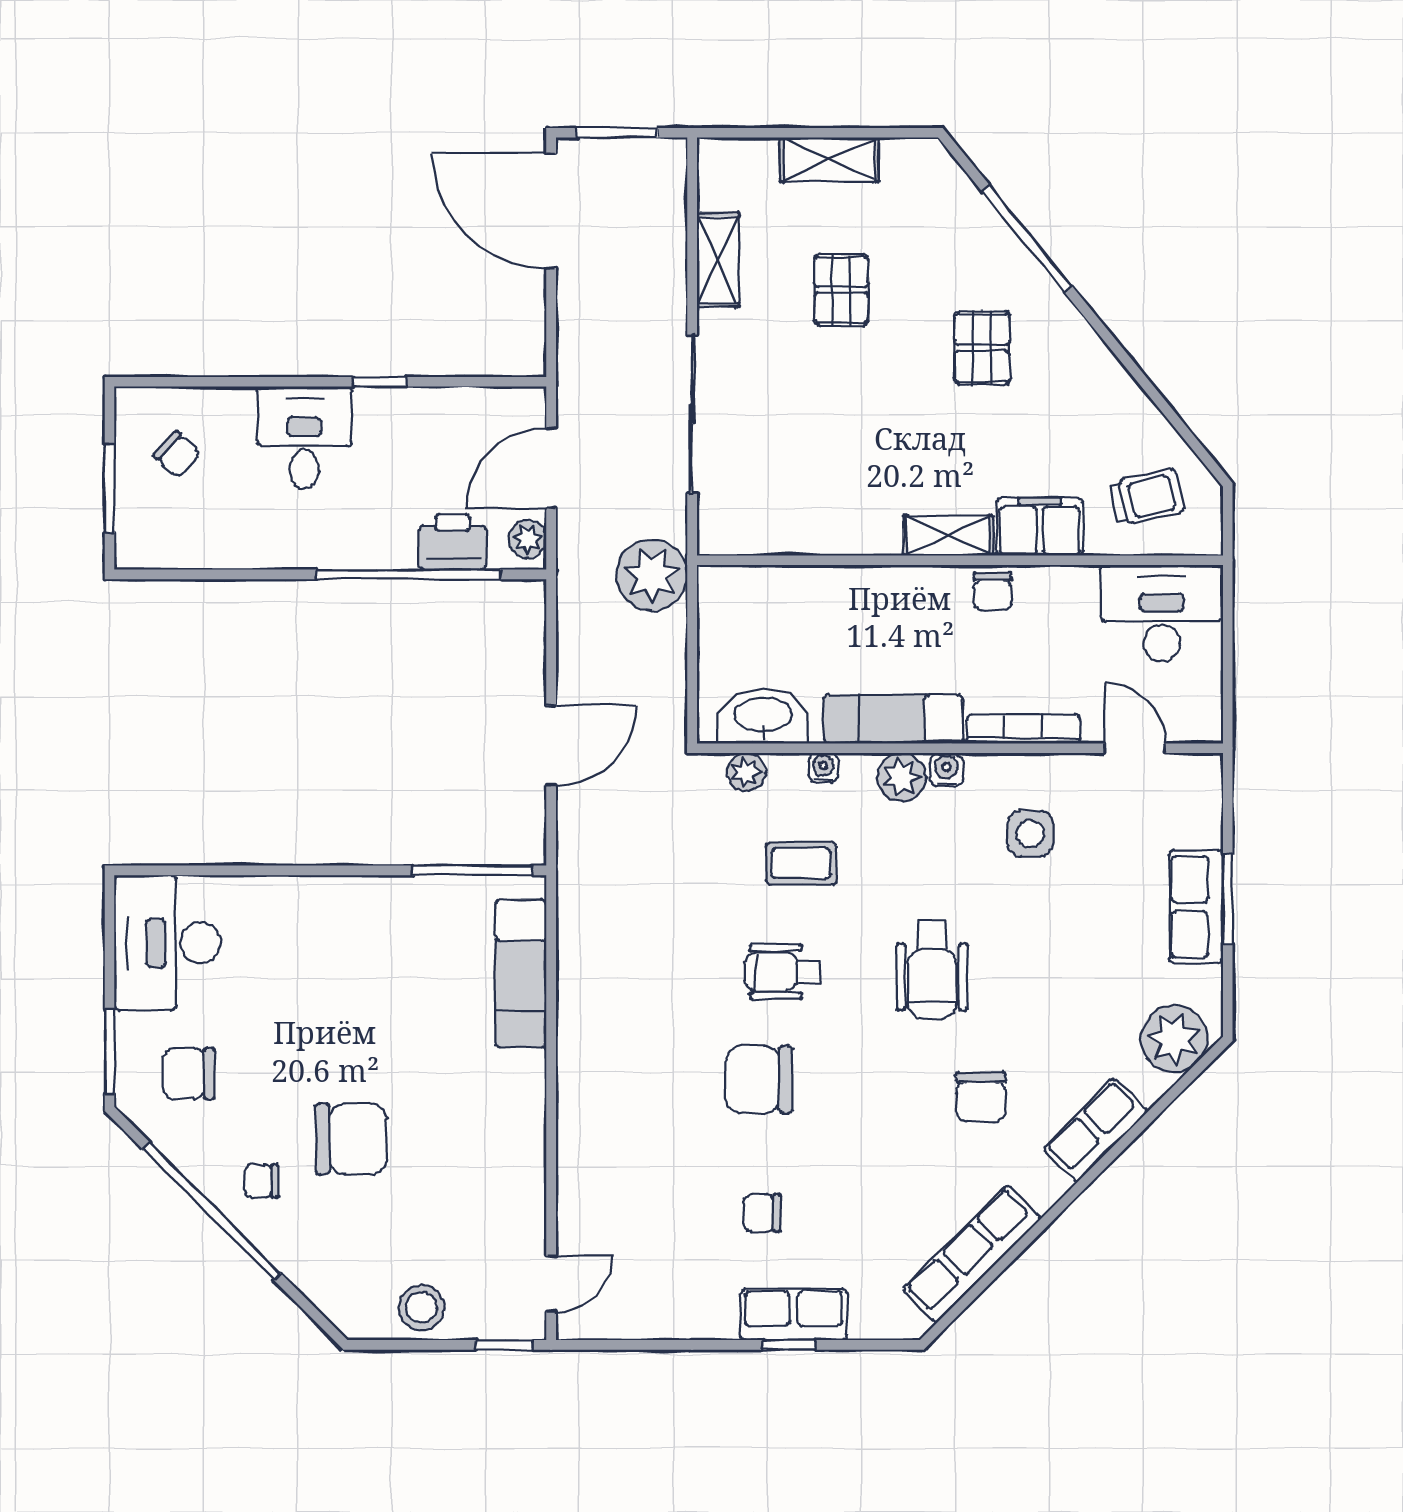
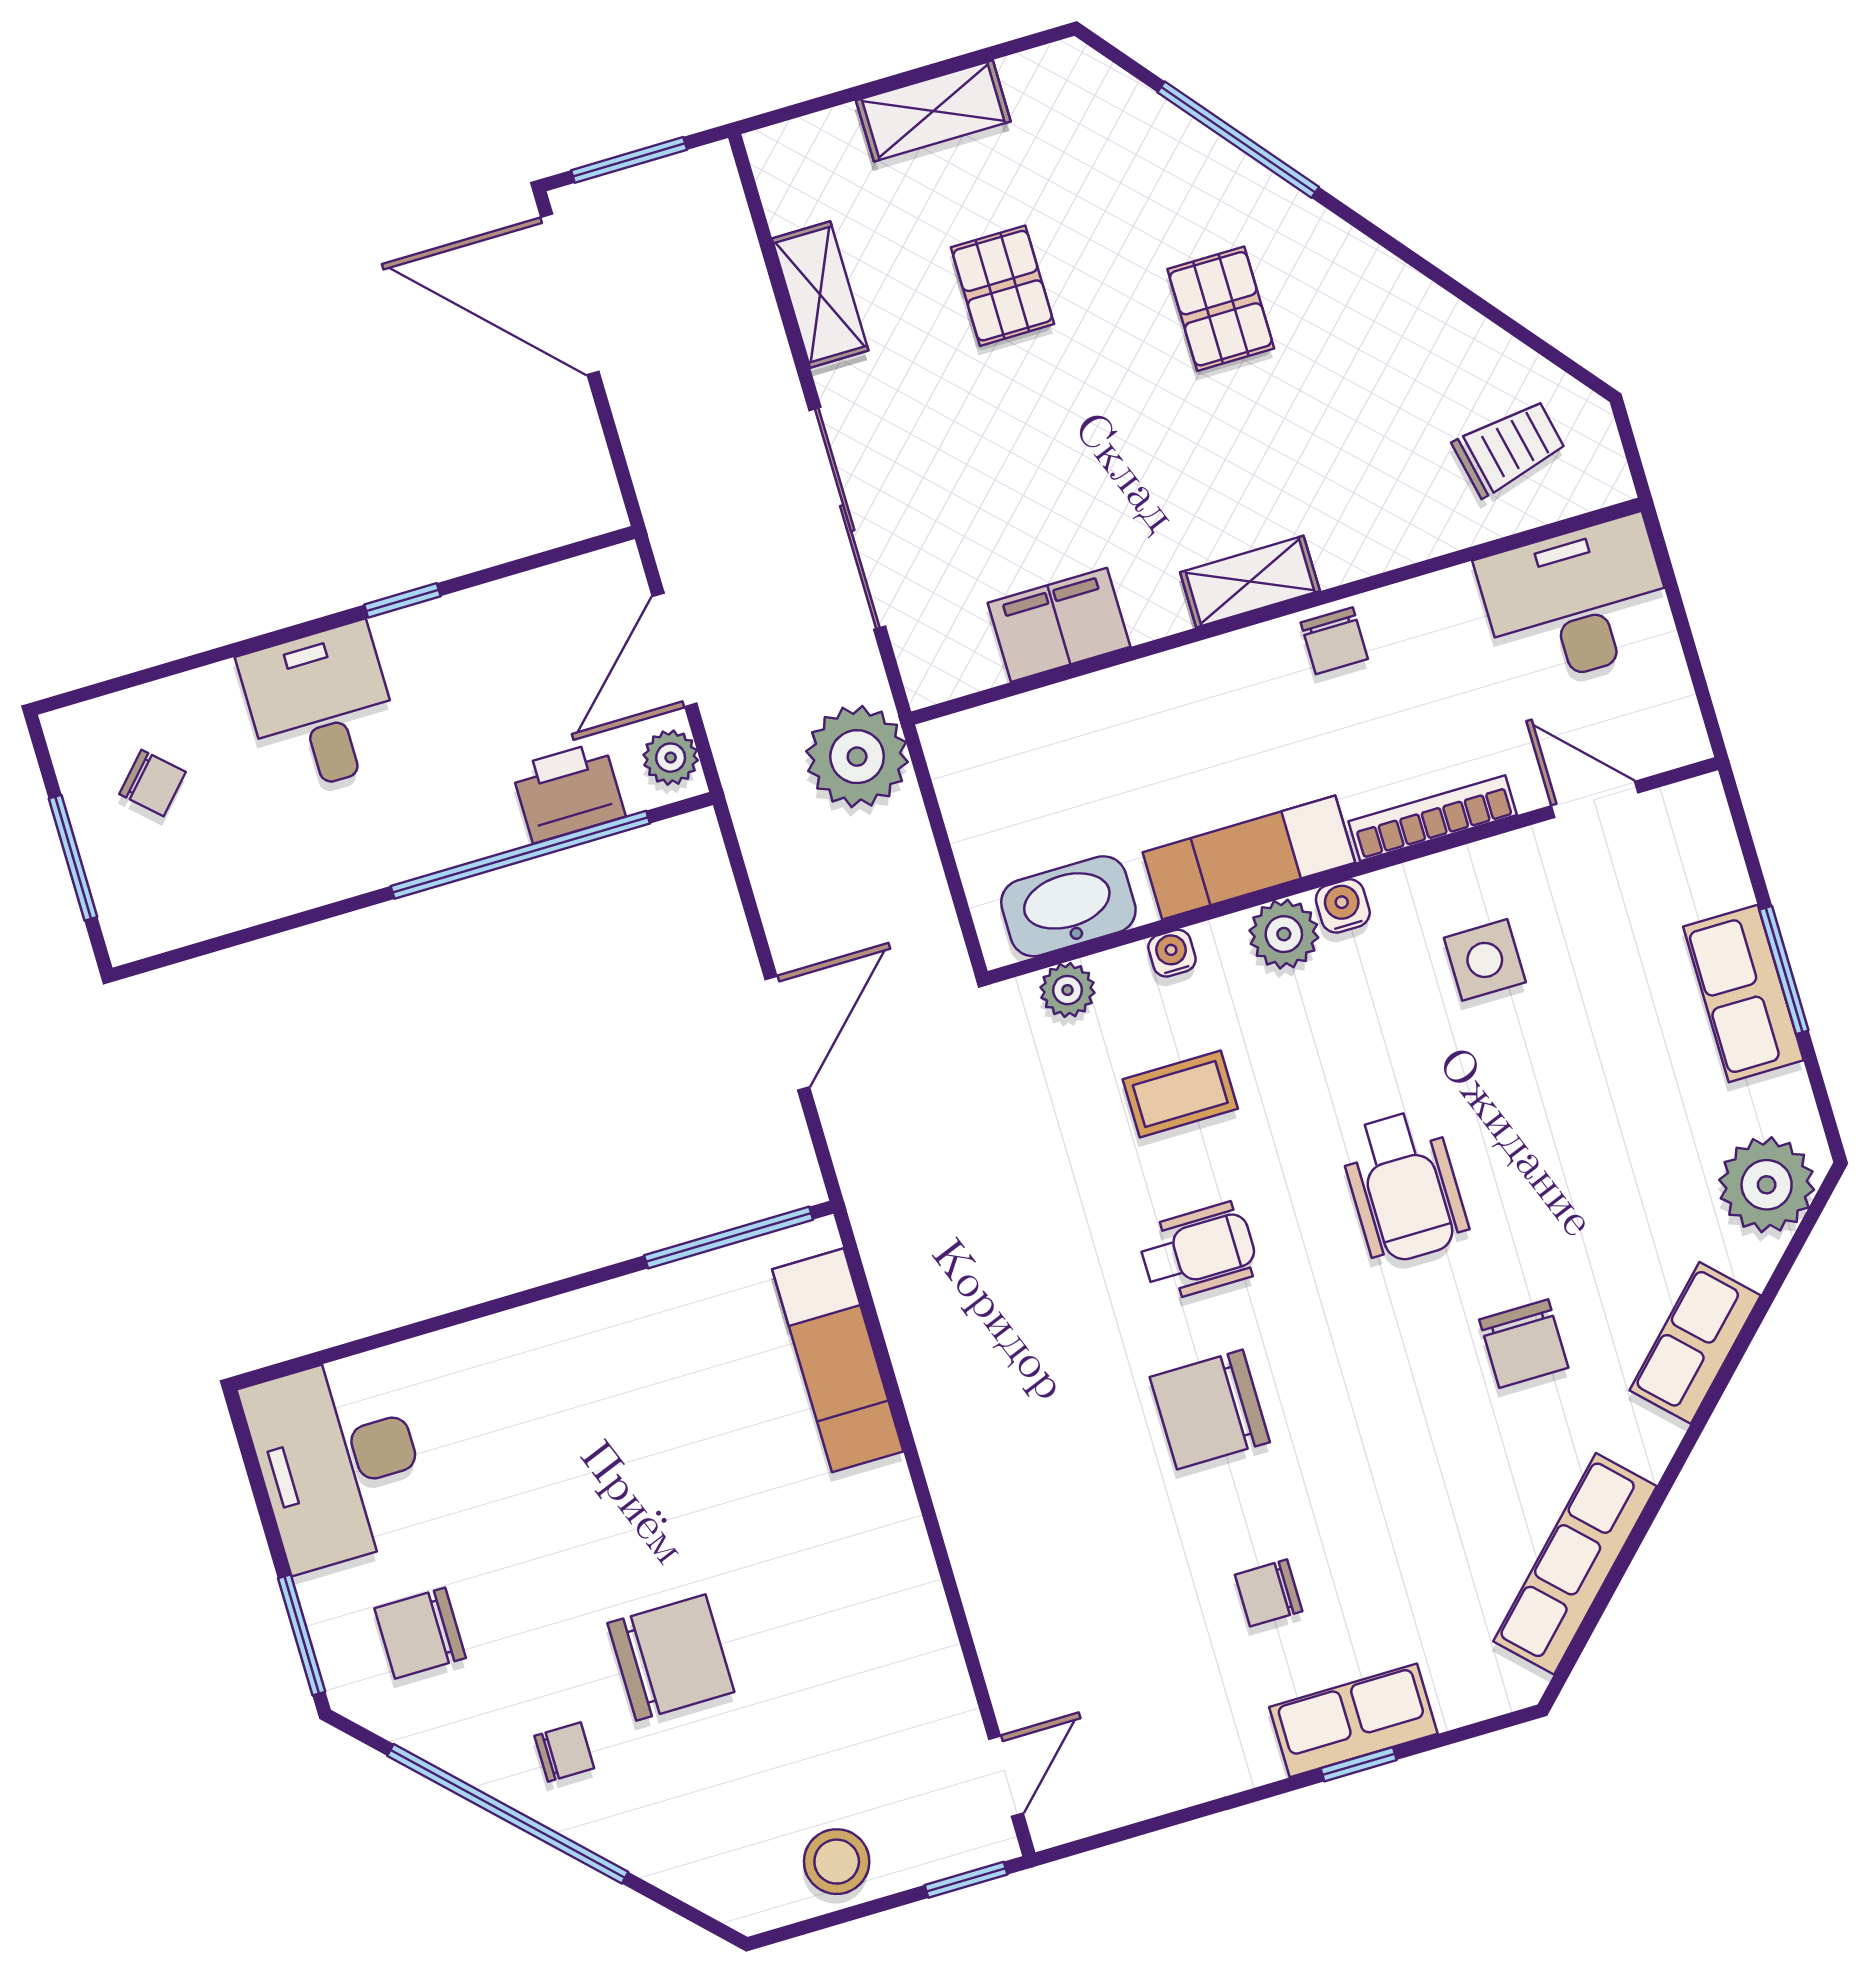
filing cabinet: (1040, 527) -> (1059, 625), moved
wheelchair: (782, 972) -> (1198, 1252), turned 180
chair: (262, 1181) -> (564, 1752), turned 180

